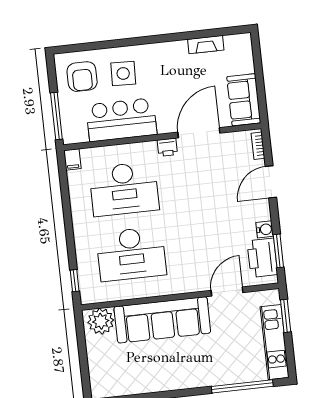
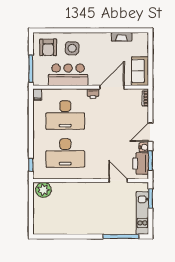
door: (271, 182) -> (150, 132), moved
door: (227, 291) -> (118, 181), hinge flipped
sofa: (162, 320) -> (79, 193), removed

